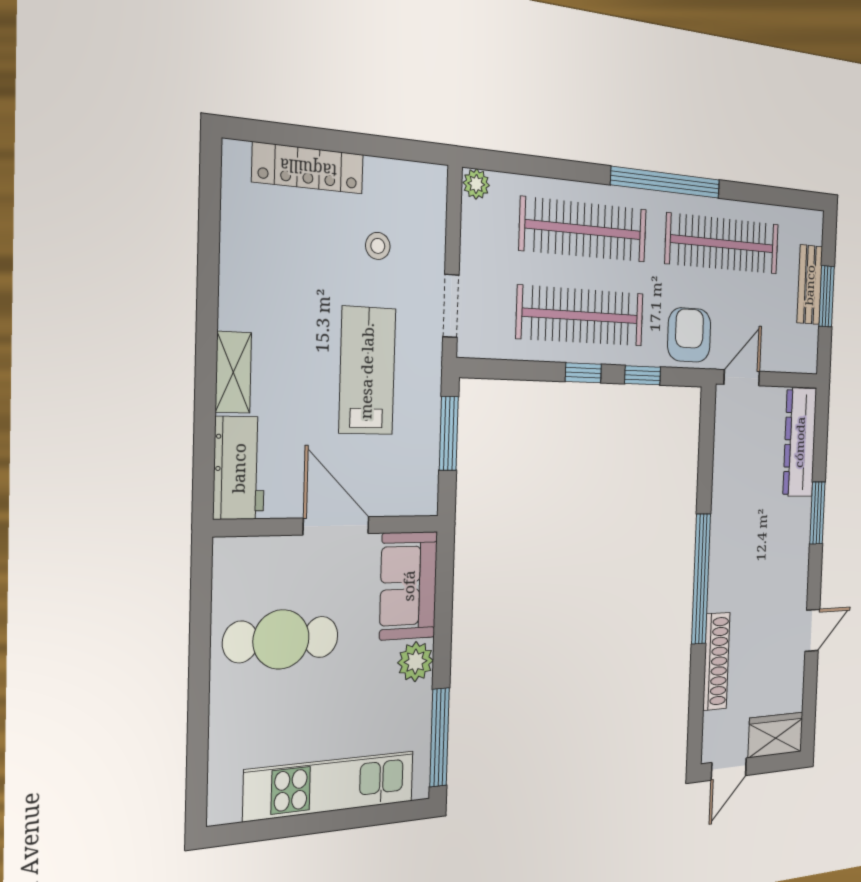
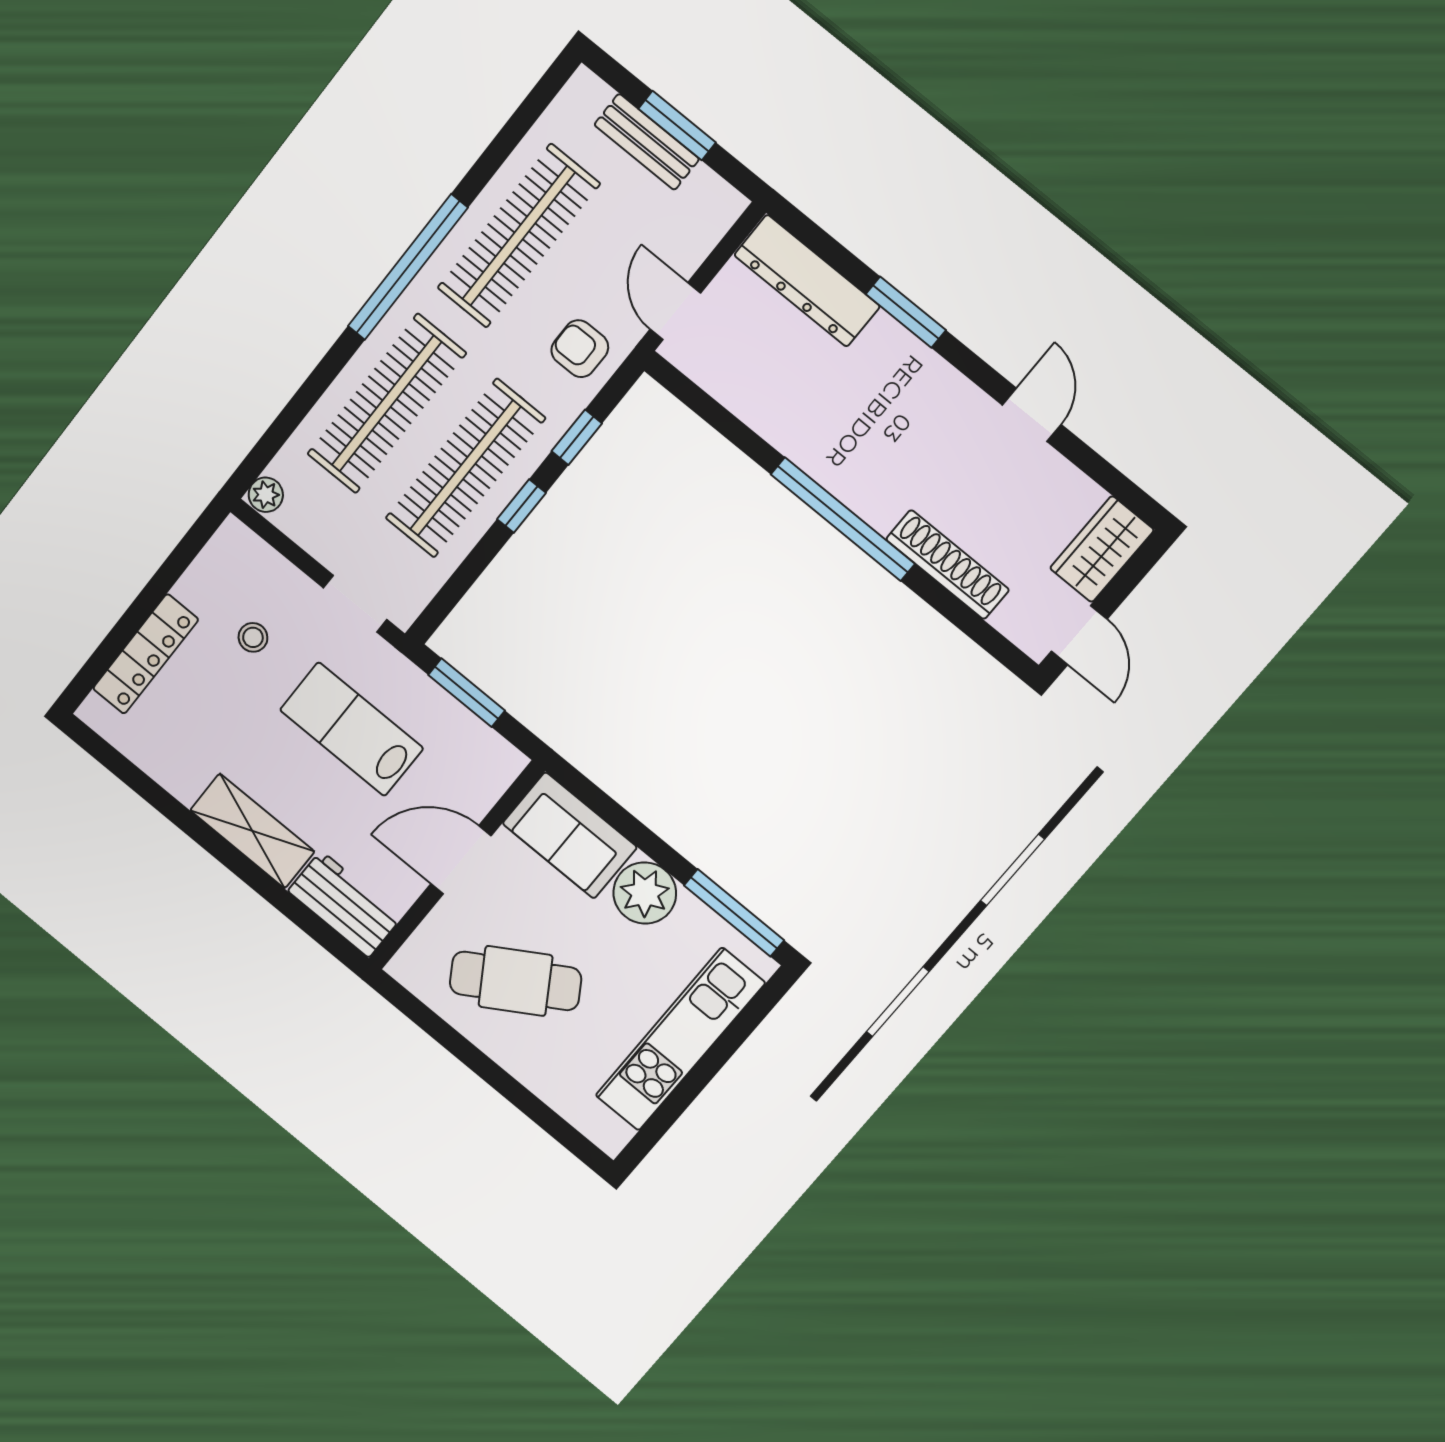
armchair: (689, 335) -> (580, 349), width x0.72, depth x0.72
shelving: (233, 372) -> (252, 831), width x1.50, depth x1.33
cafe table: (281, 639) -> (515, 981), turned 58
plant: (415, 662) -> (645, 893), width x1.36, depth x1.36

